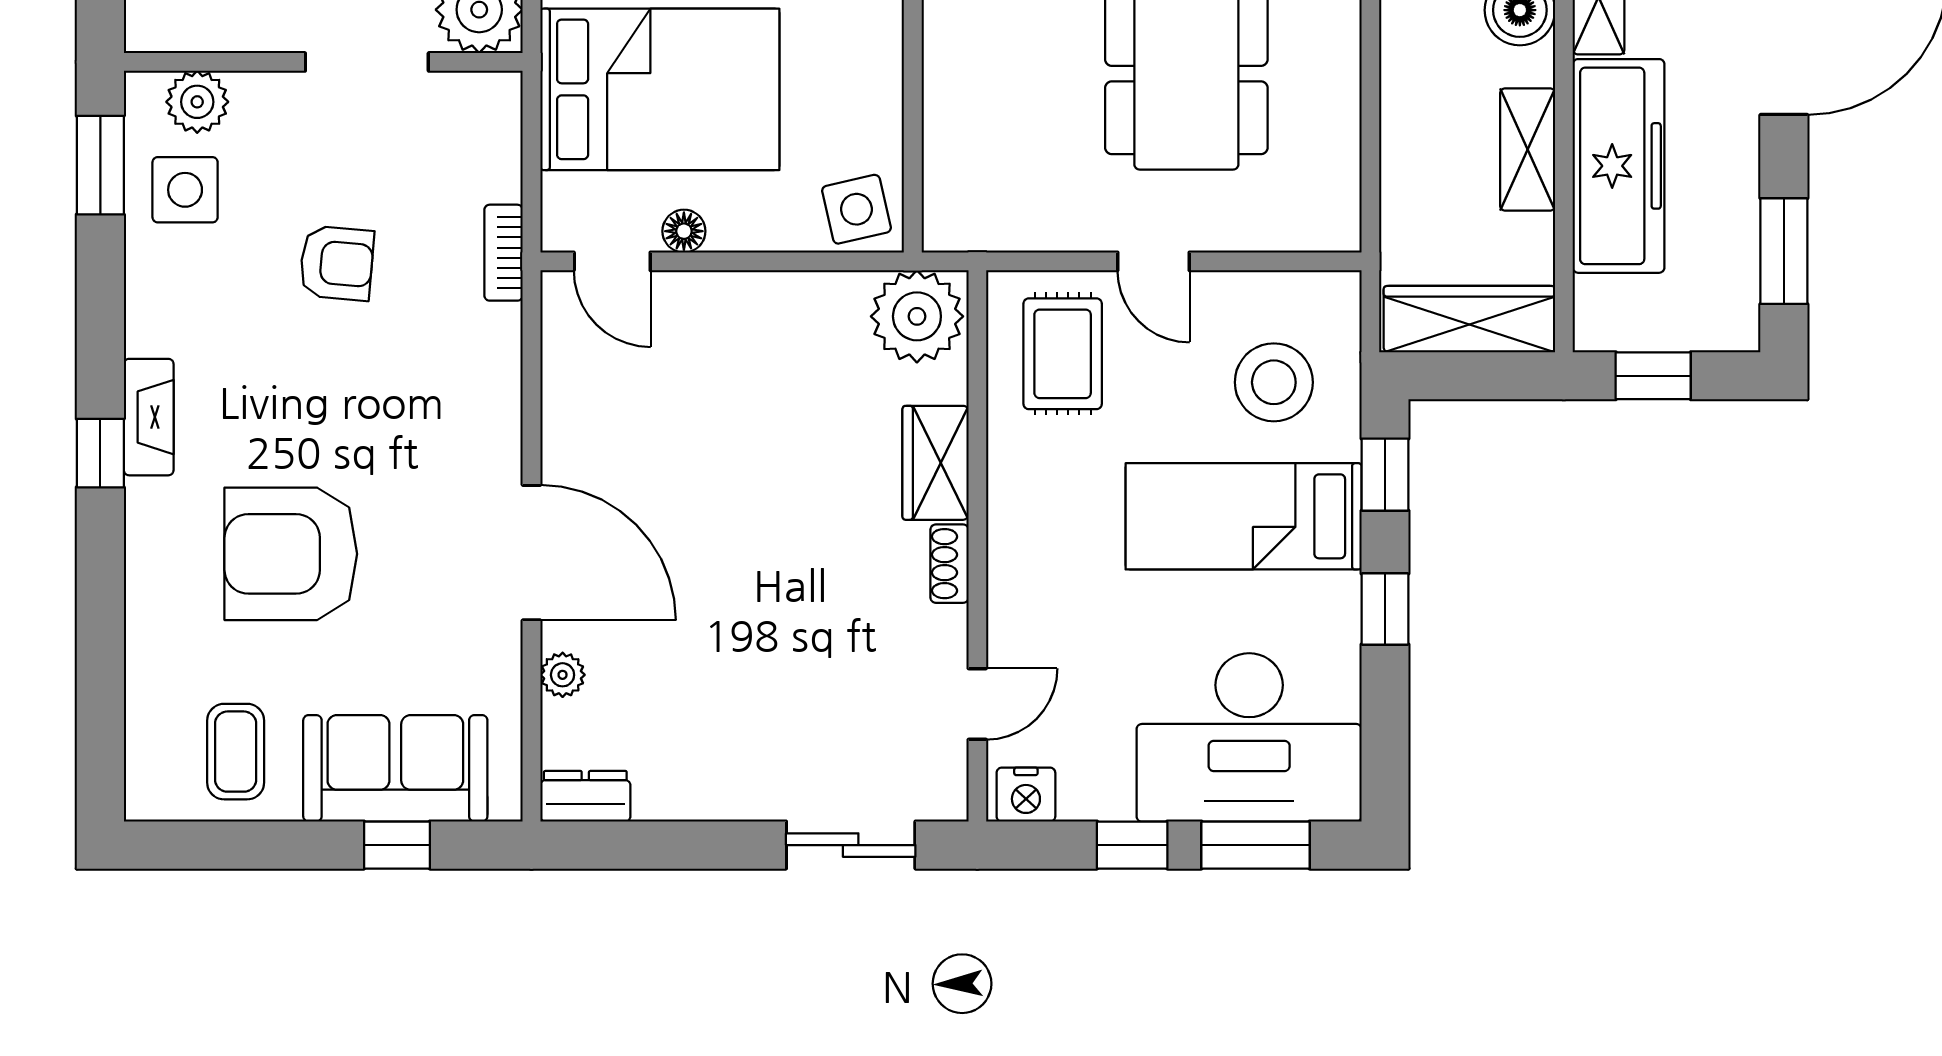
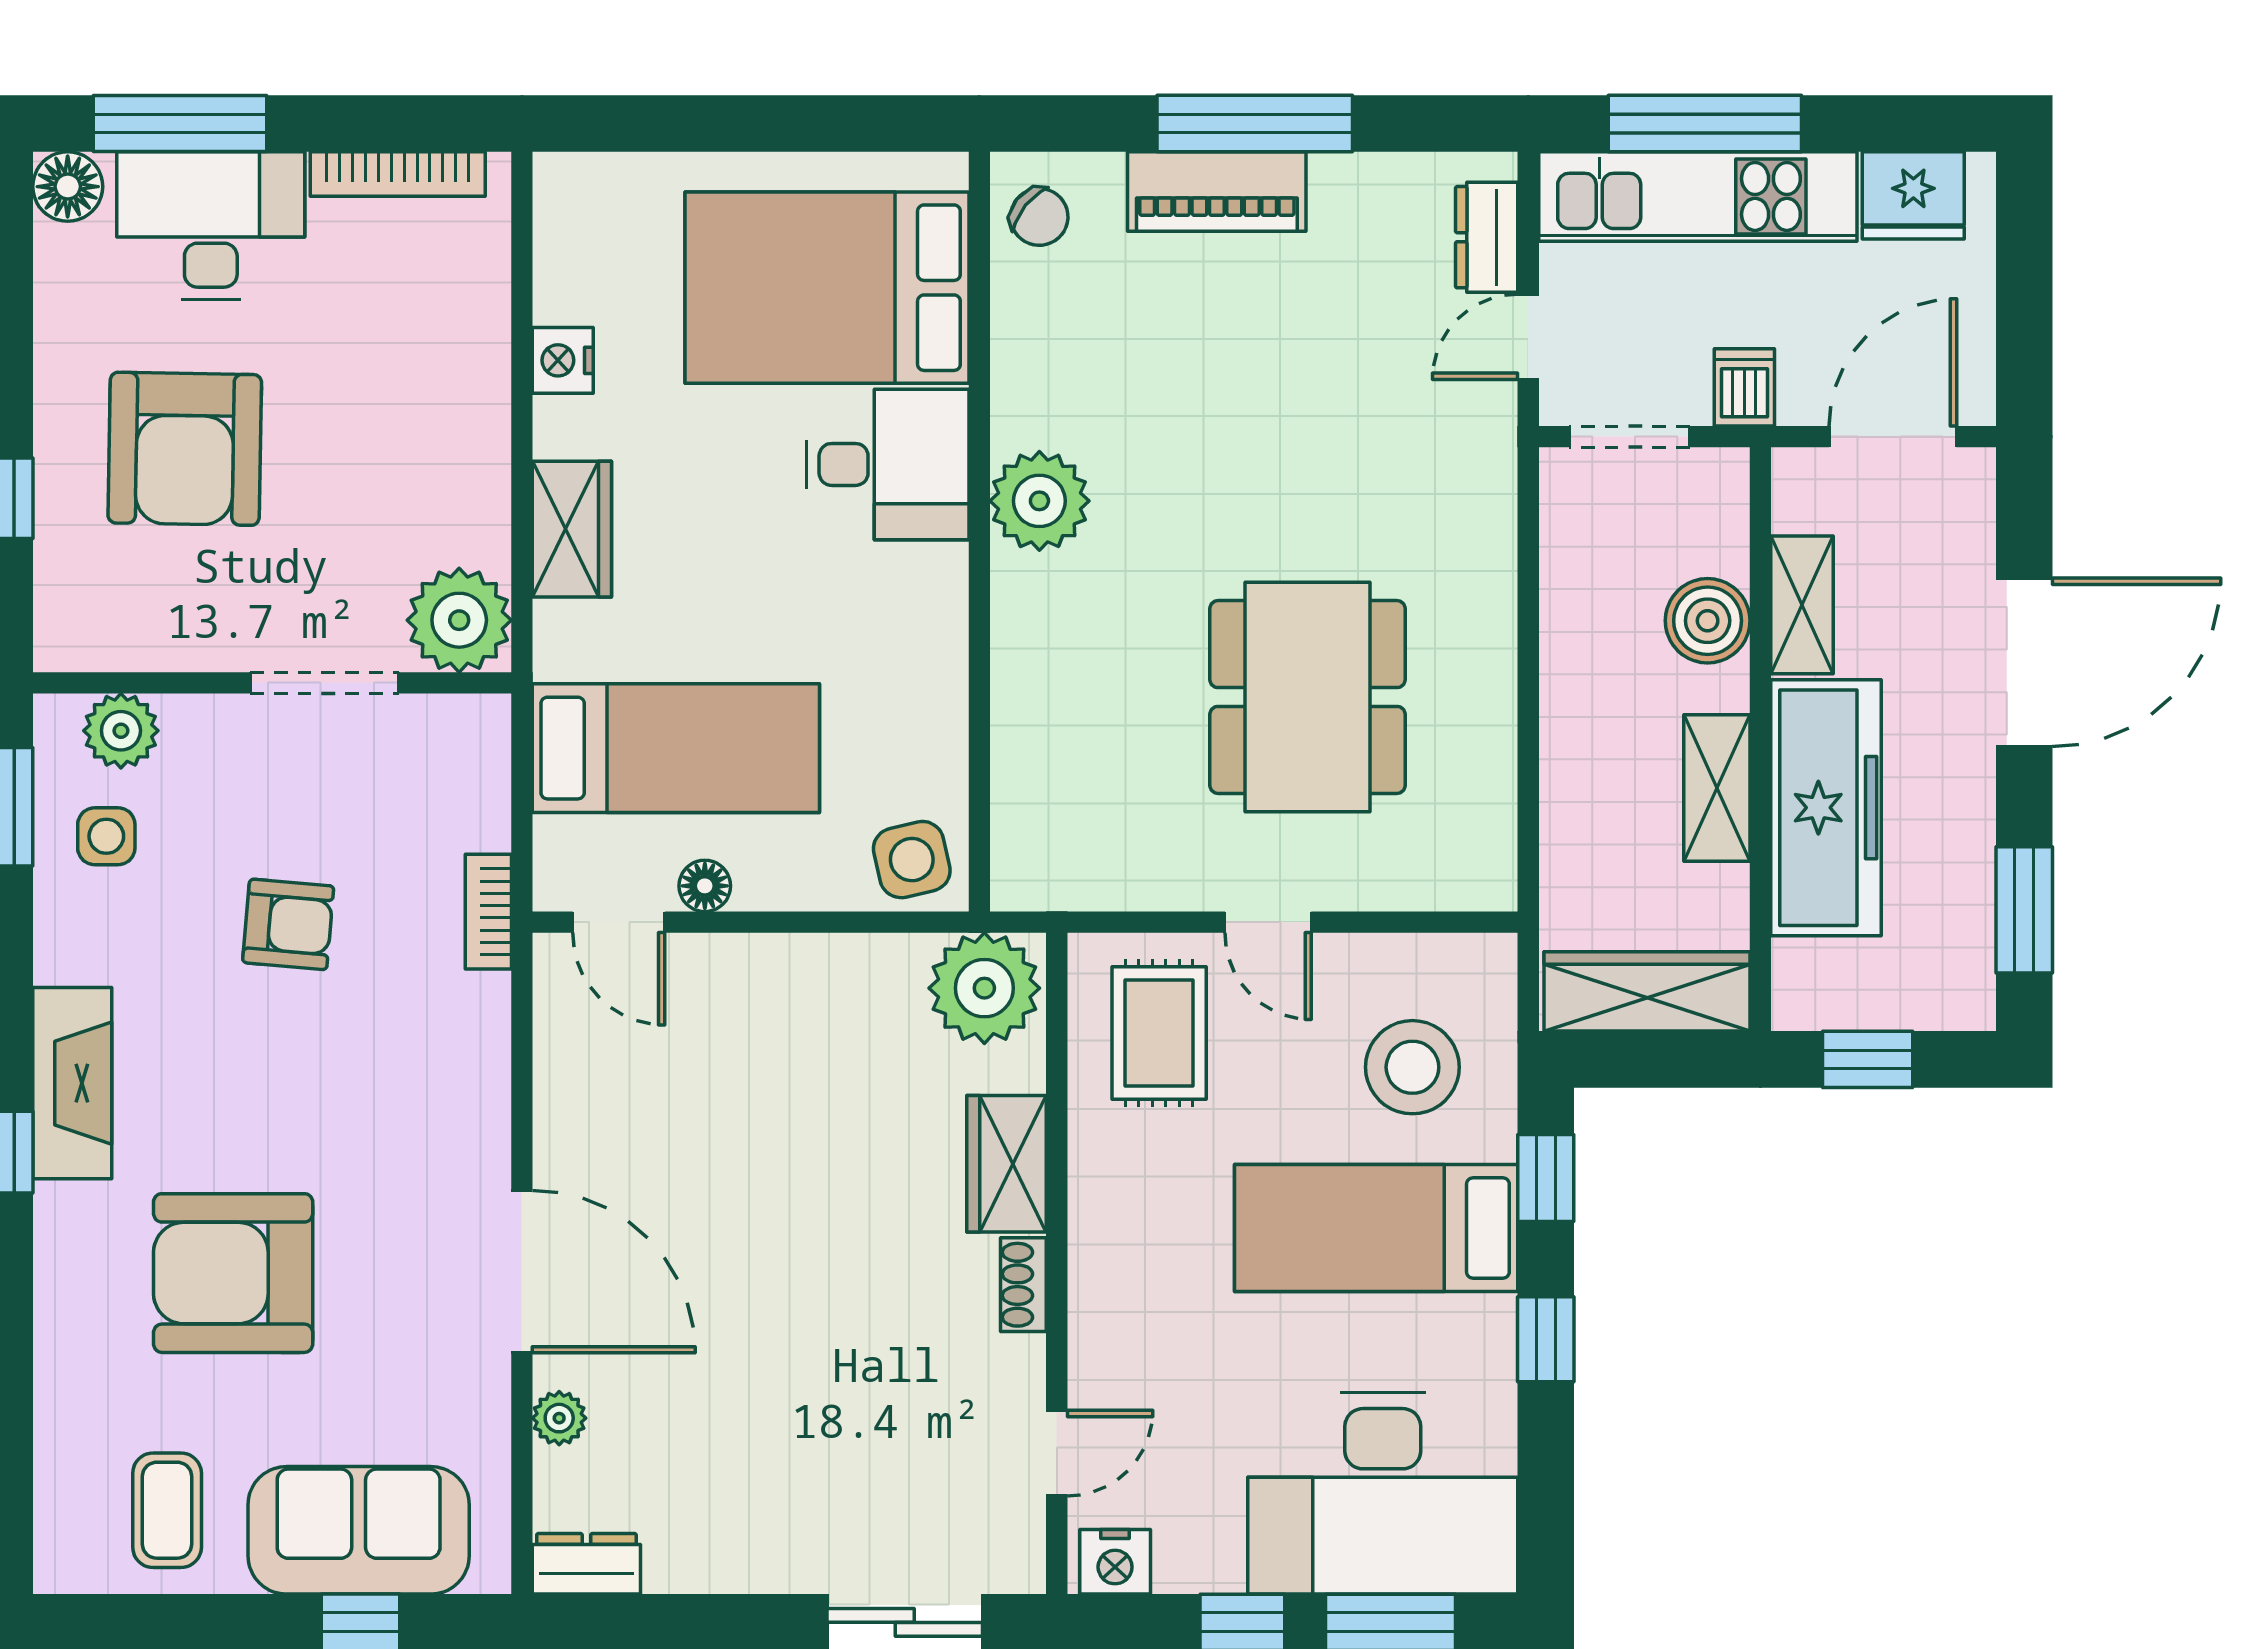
bed: (660, 89) -> (676, 748), width x0.67
side table: (185, 190) -> (106, 836), width x0.73, depth x0.73
fireplace: (149, 417) -> (72, 1083), width x1.37, depth x1.32

